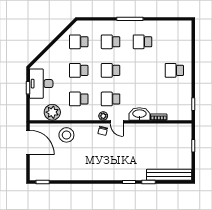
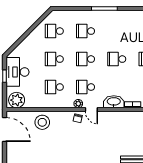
school desk: (142, 42) -> (117, 59), moved
plant: (52, 112) -> (17, 100), moved

